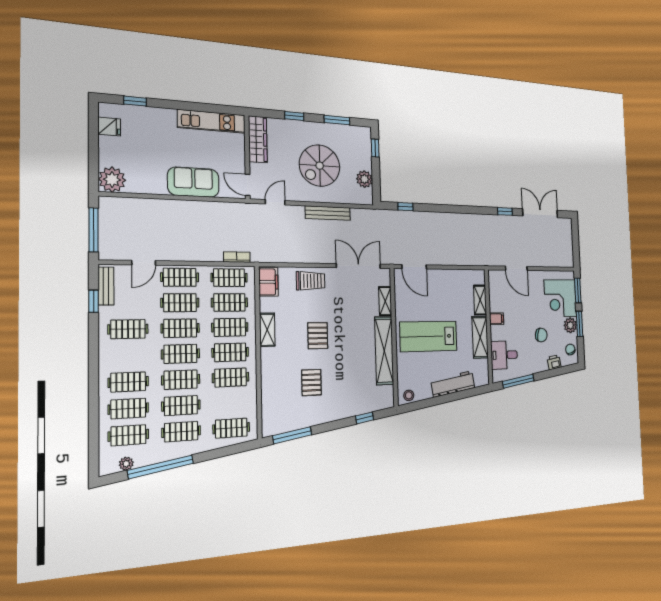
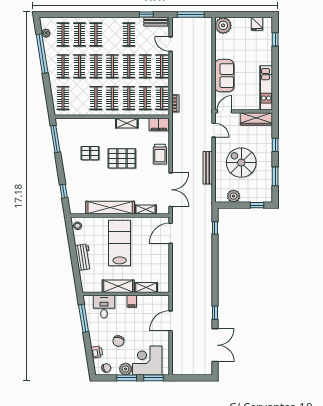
pallet: (318, 336) -> (122, 158), width x1.50, depth x1.42
workbench: (453, 384) -> (83, 257), width x0.73

